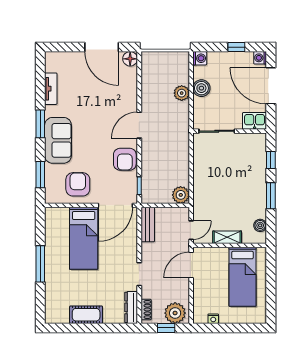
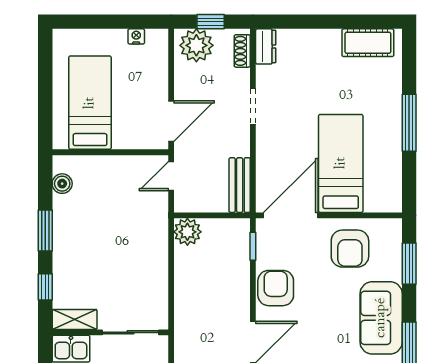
shelving: (227, 237) -> (75, 319), moved
dresser: (131, 307) -> (266, 46), width x0.70
cot: (86, 315) -> (368, 43), moved

